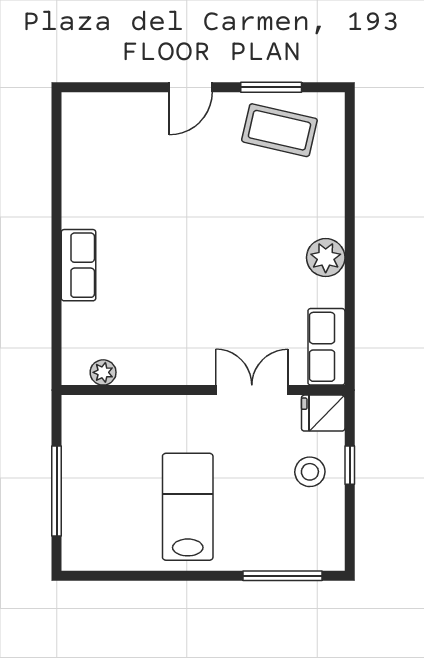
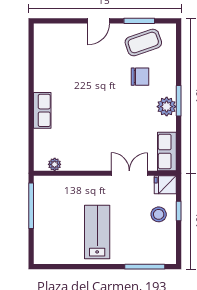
coffee table: (279, 130) -> (143, 42), turned -32
chair: (273, 198) -> (140, 77), added
window: (350, 246) -> (179, 101), added
window: (57, 491) -> (31, 206), moved

